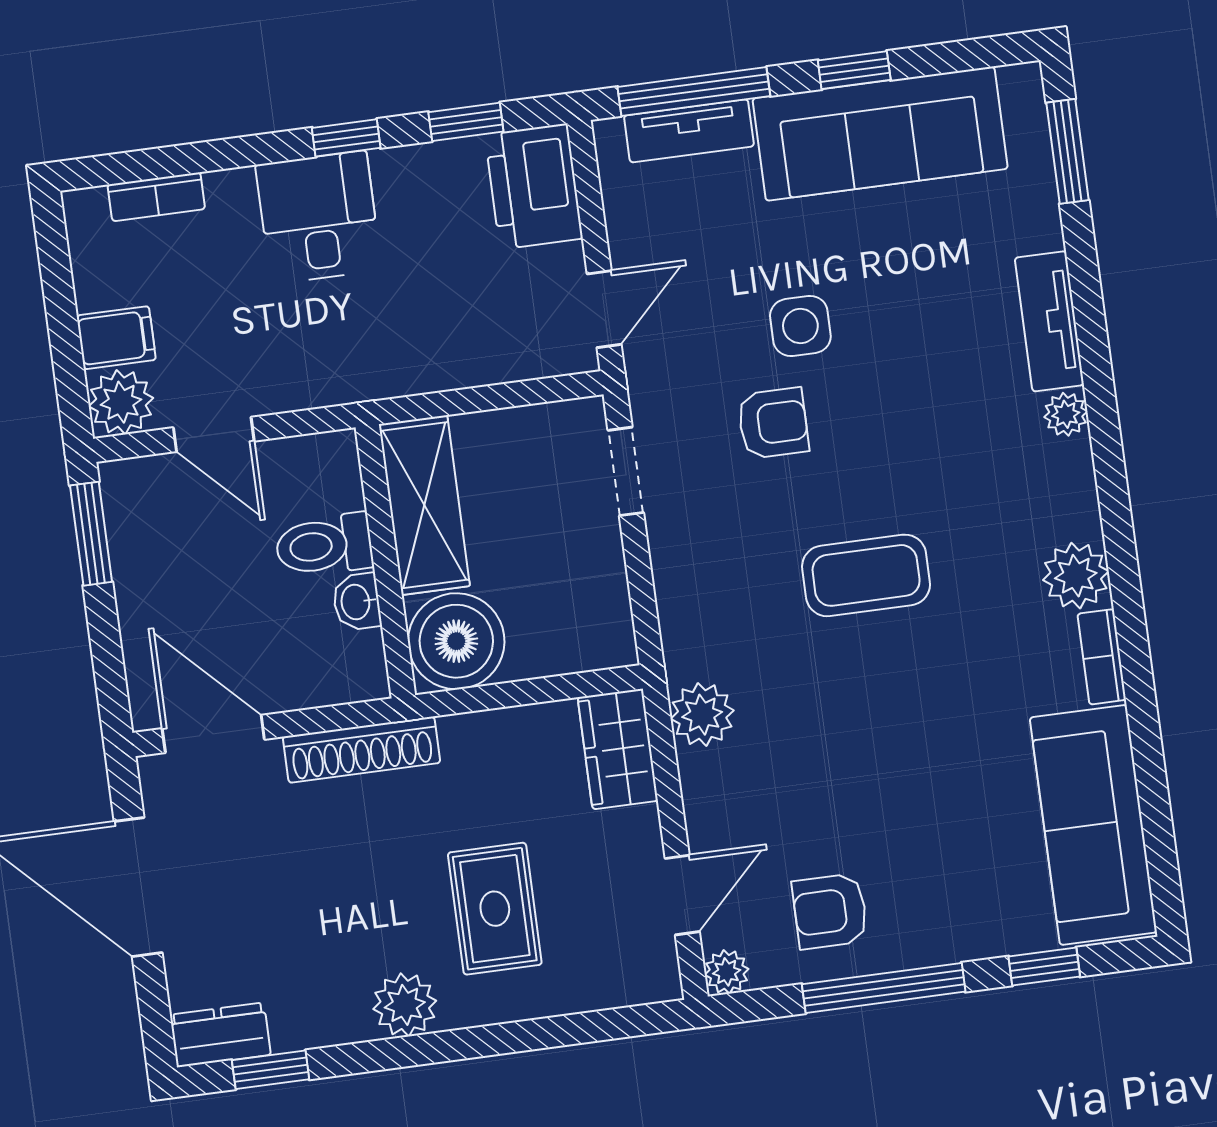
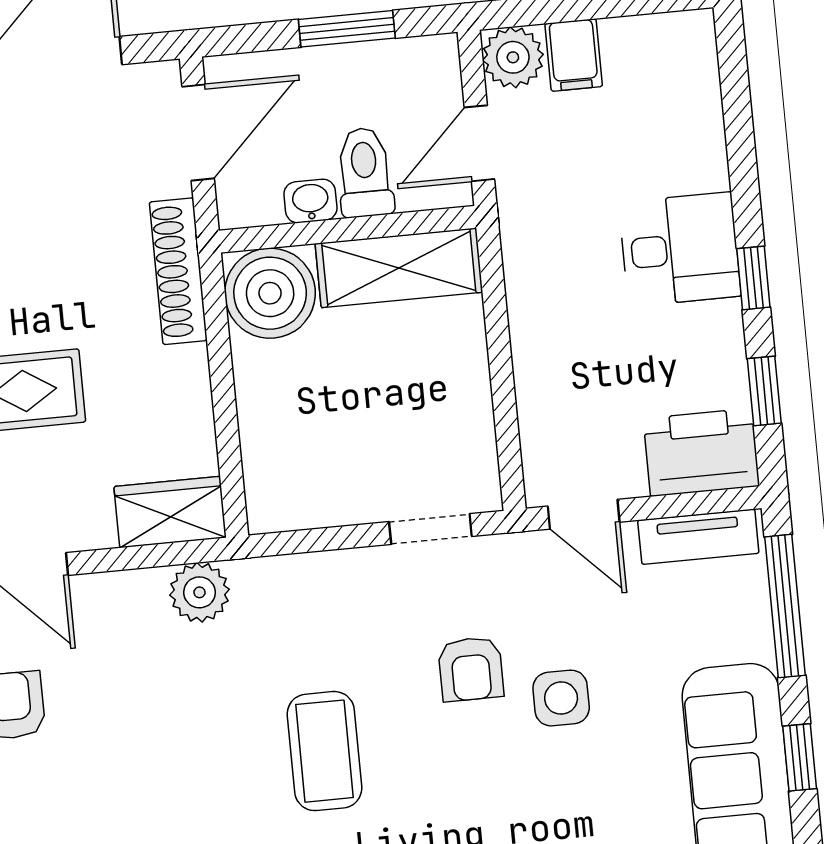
tv unit: (689, 131) -> (698, 537), moved, turned -90
bookcase: (156, 197) -> (705, 98), removed
shelving: (424, 505) -> (399, 268), moved
window: (91, 534) -> (347, 29), moved
toilet: (324, 545) -> (365, 172), moved
wall: (385, 561) -> (348, 229), moved
washbasin: (357, 602) -> (310, 201), moved
boiler: (456, 641) -> (270, 293), moved

